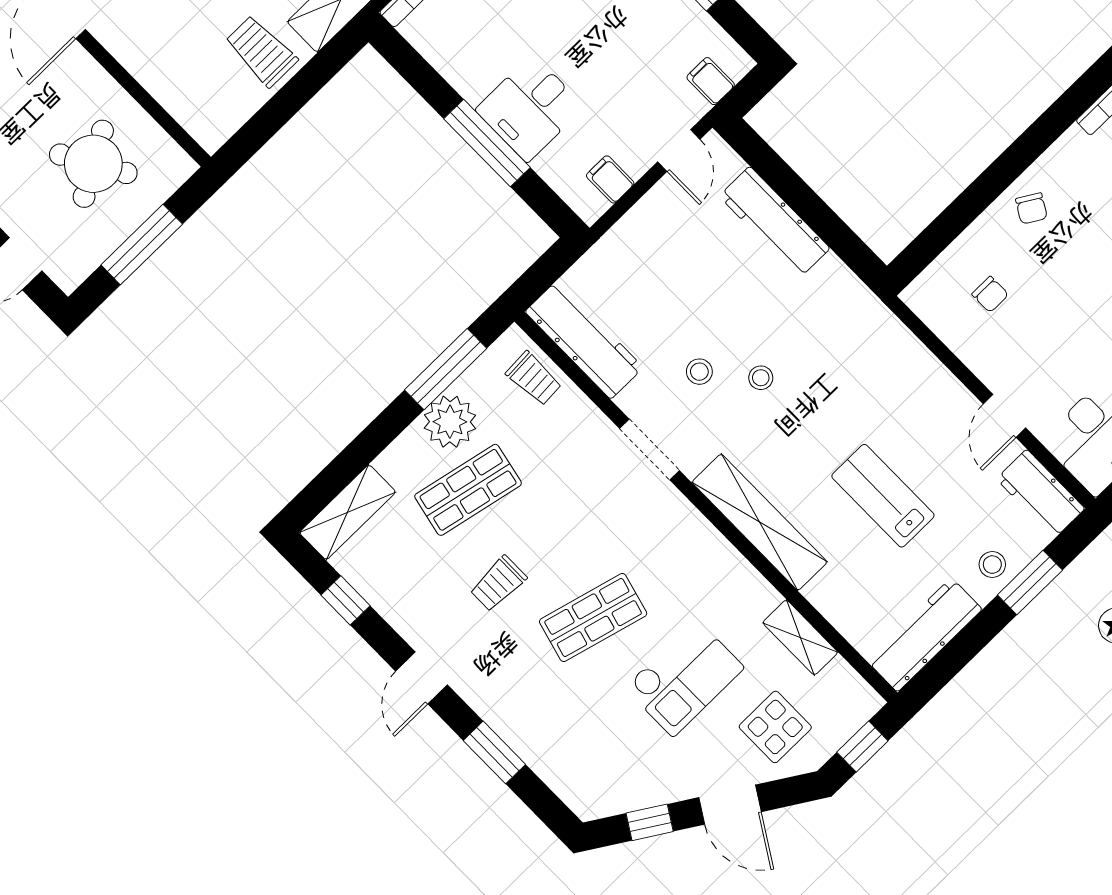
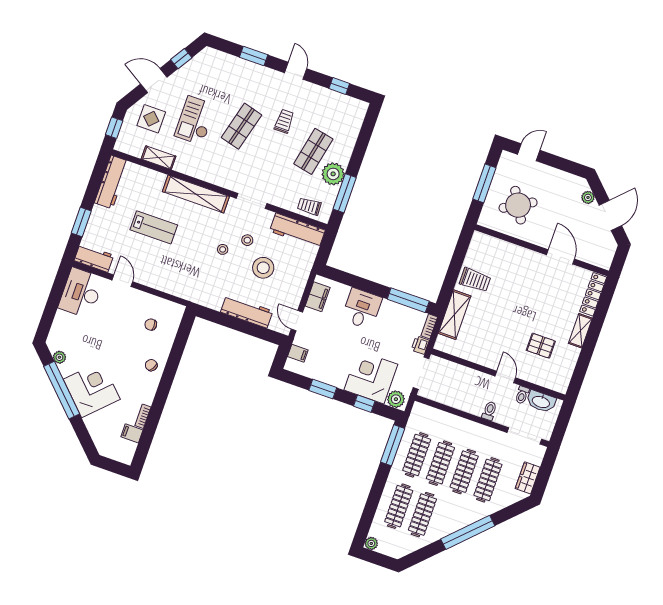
window: (487, 143) -> (408, 300), moved
filing cabinet: (610, 179) -> (318, 297), width x2.00
shelving: (348, 512) -> (355, 120), removed
stool: (992, 565) -> (263, 268), moved, width x1.89, depth x1.89

